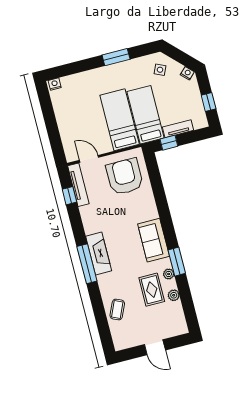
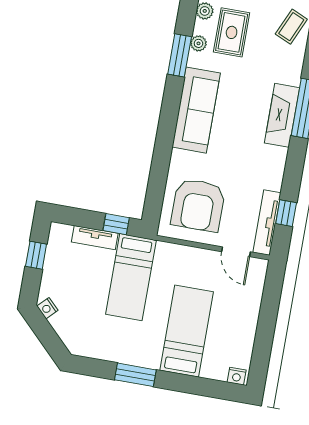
side table: (160, 70) -> (83, 330), removed
bed: (120, 120) -> (187, 331), moved, turned 180
sofa: (154, 240) -> (196, 110), width x1.36

